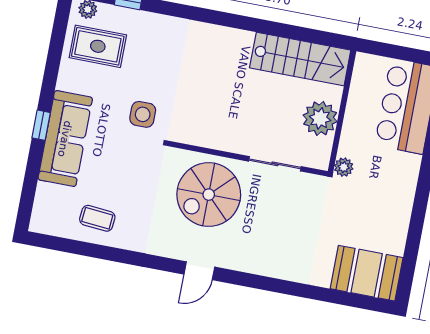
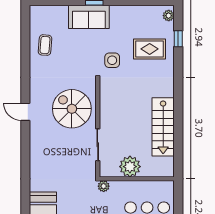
rug: (98, 46) -> (150, 49), moved, turned 90
stairs: (300, 59) -> (163, 127), moved
sofa: (65, 139) -> (89, 17), width x0.73

